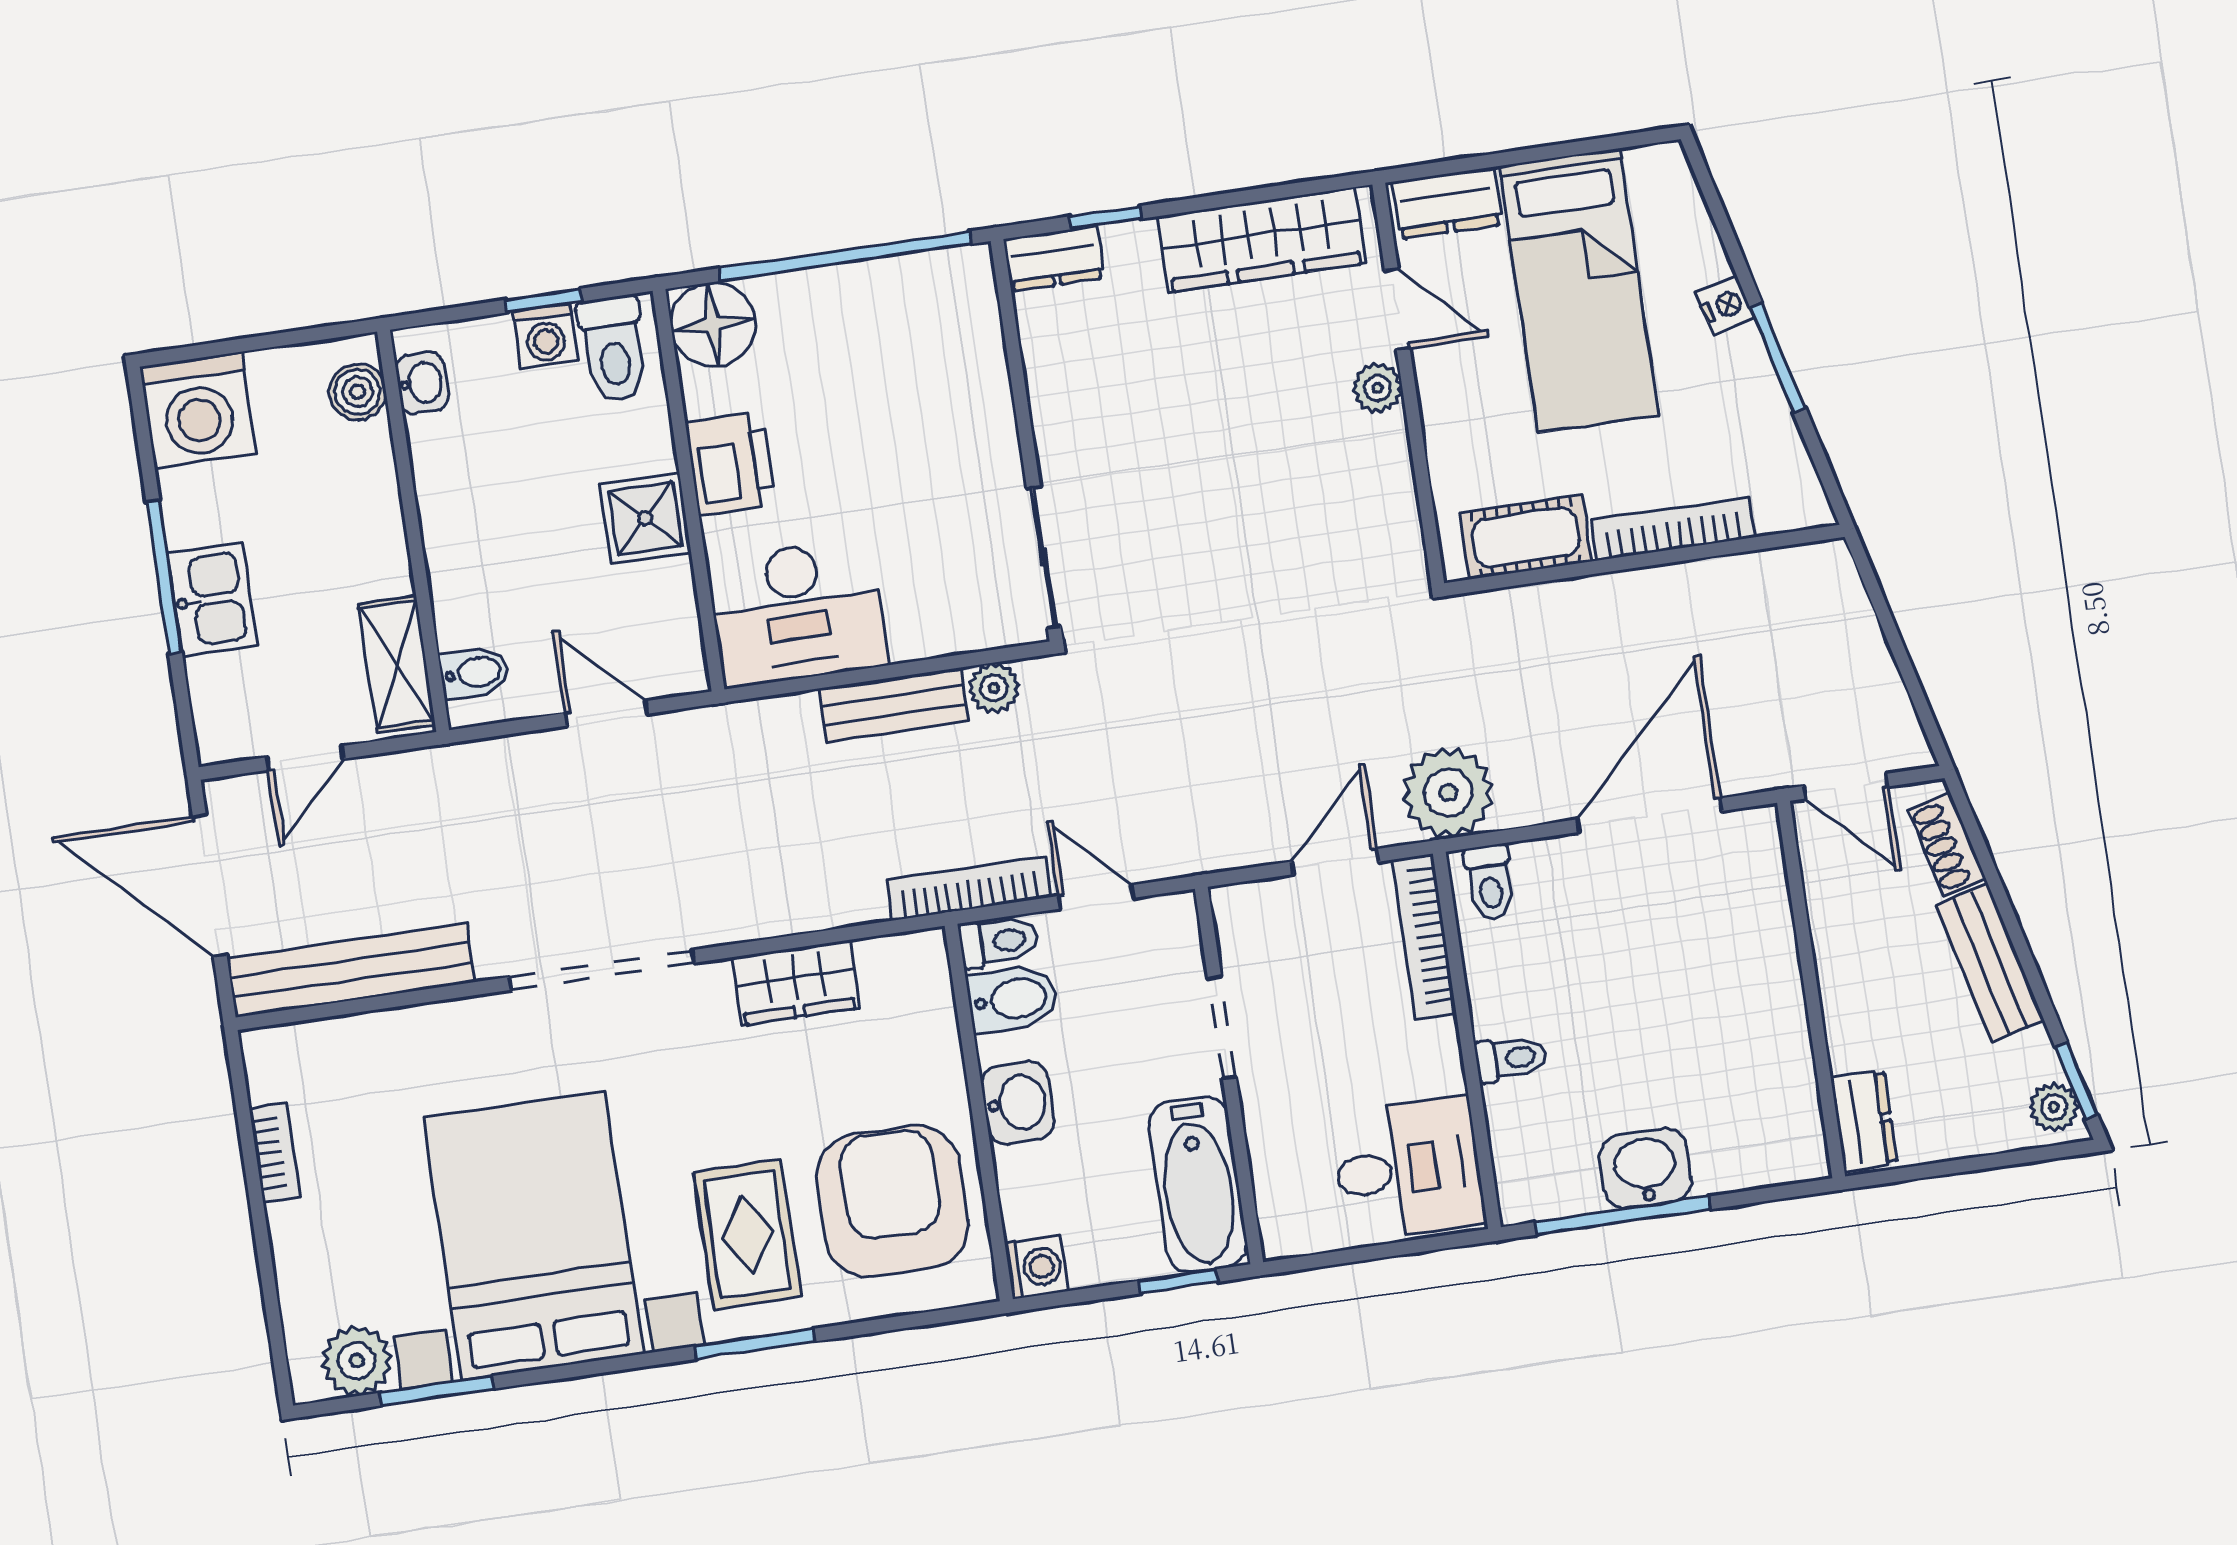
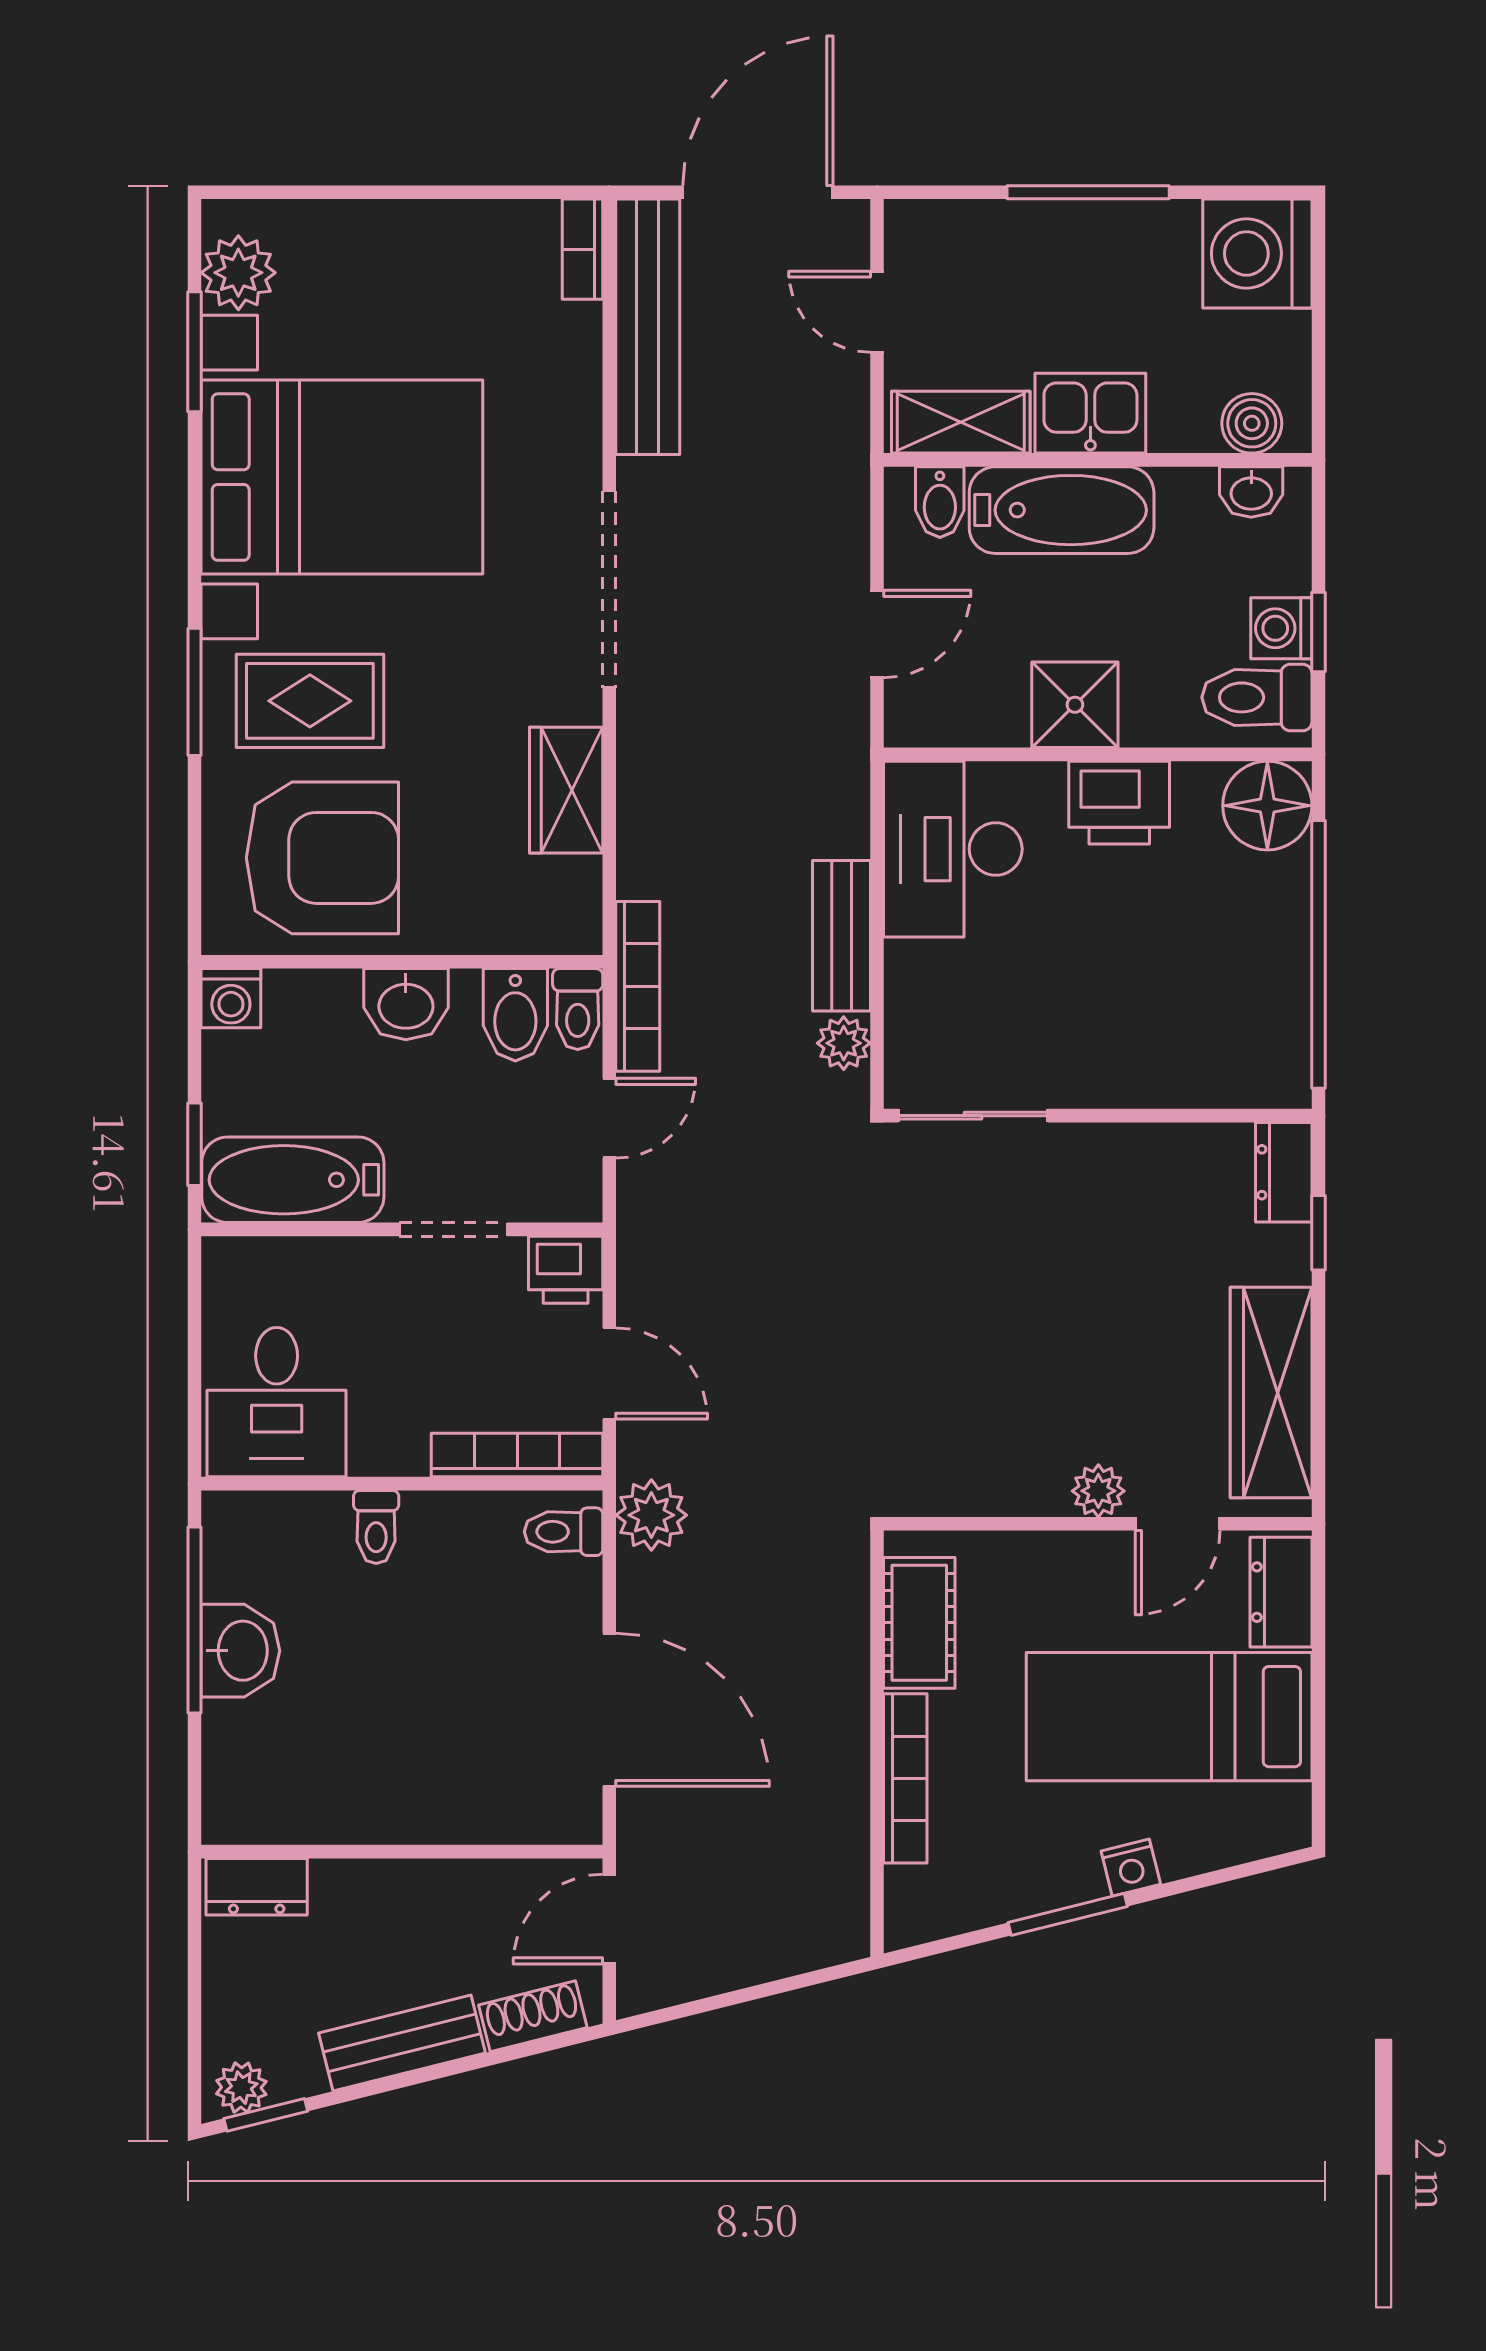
bathtub: (465, 558) -> (1062, 510), added
kitchen sink: (212, 599) -> (1090, 413), moved, turned 180
plant: (1448, 792) -> (651, 1515), width x0.73, depth x0.73
printer: (1244, 917) -> (566, 1270), added
bookcase: (275, 1152) -> (583, 249), moved, turned 90

